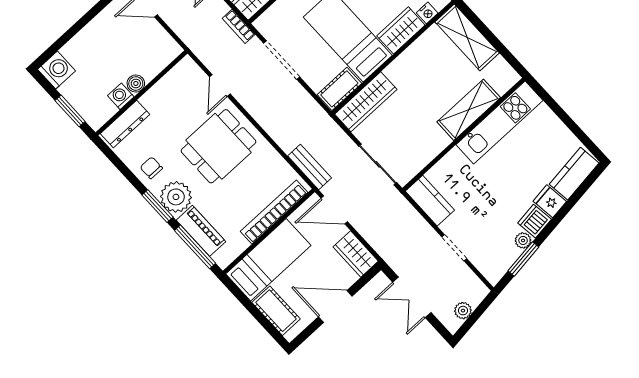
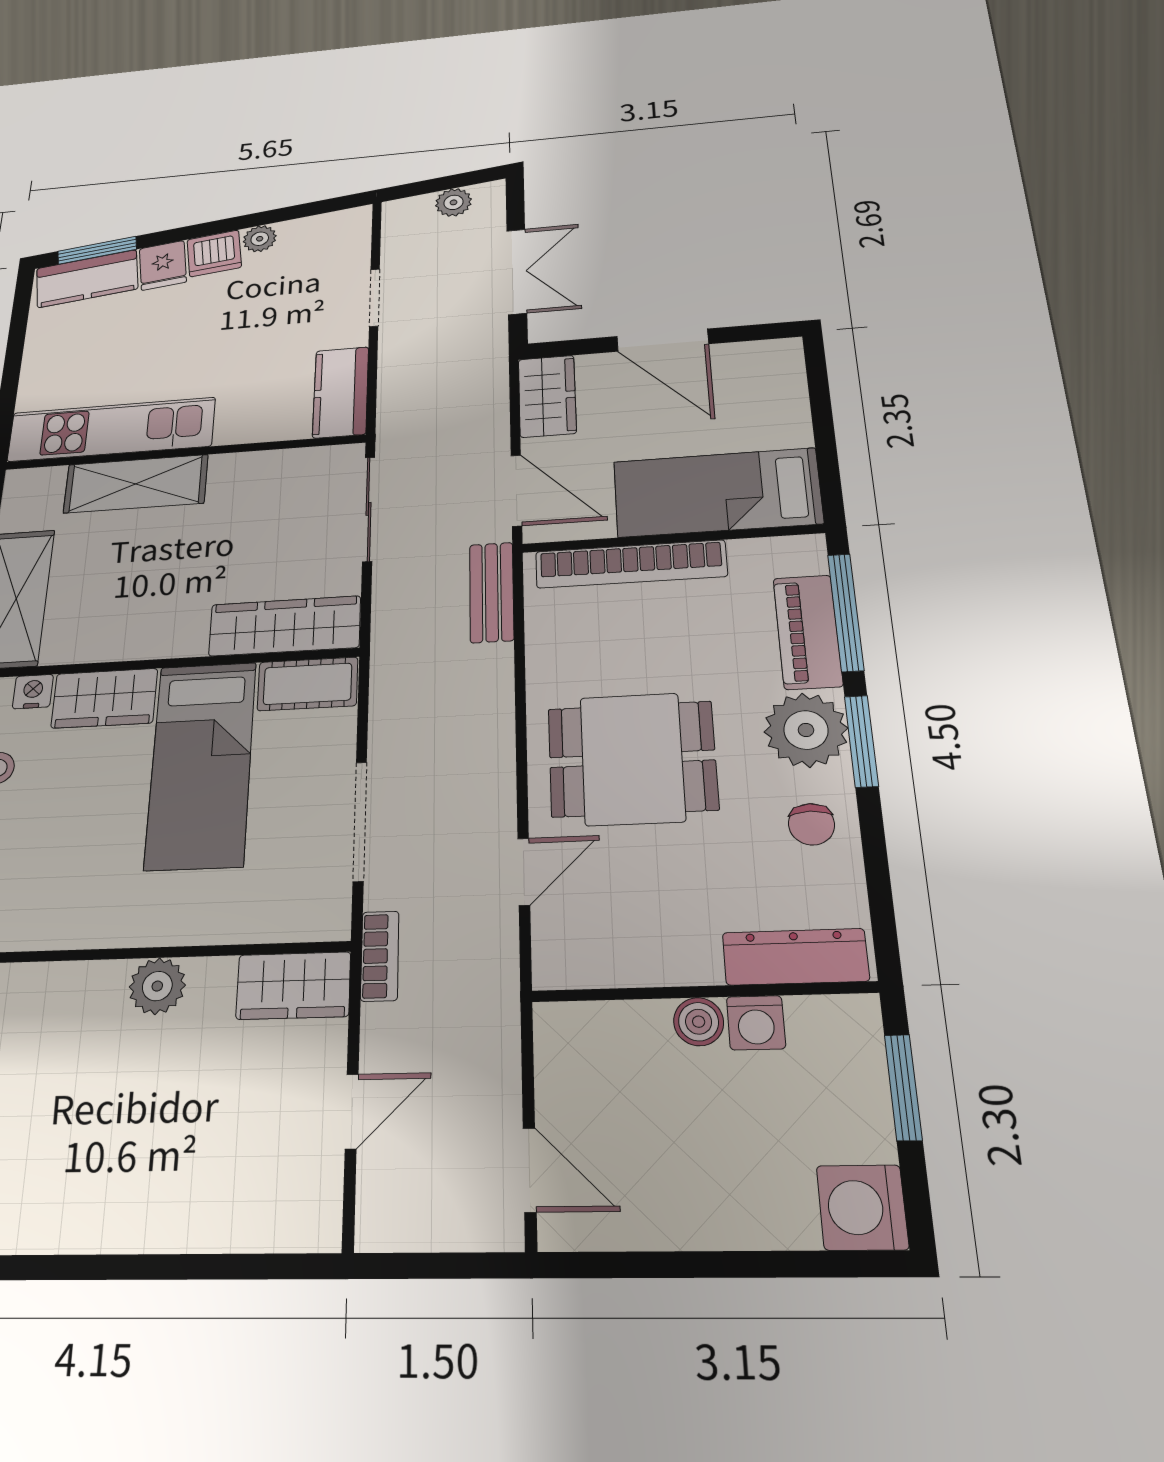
window: (523, 259) -> (97, 250), moved
cot: (276, 311) -> (780, 402), removed

